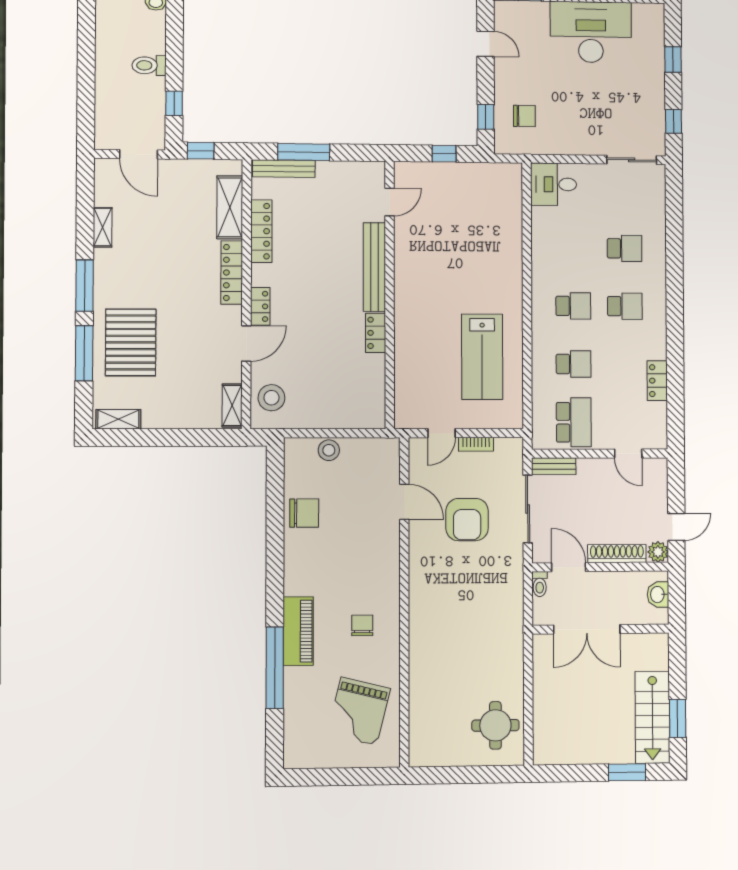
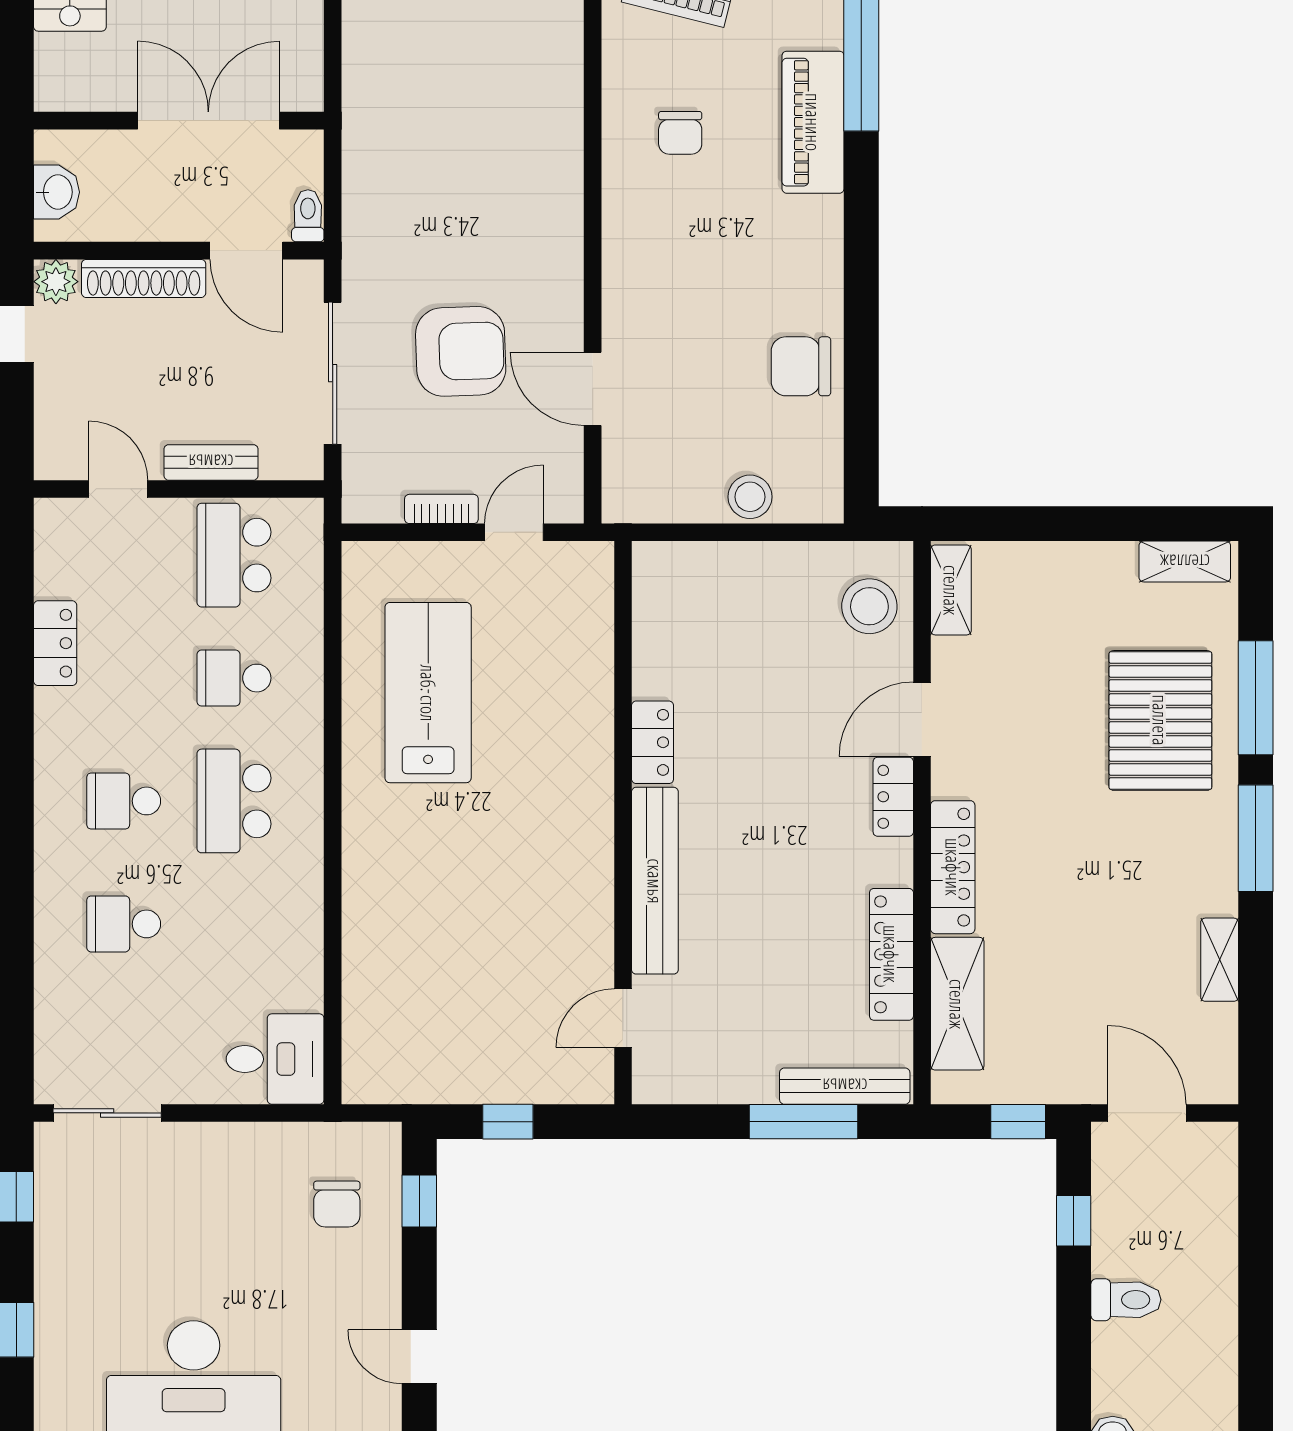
chair: (524, 116) -> (337, 1204), turned -90
school desk: (573, 306) -> (234, 801), width x1.85
bench: (554, 466) -> (211, 462), moved
armchair: (467, 520) -> (461, 351), turned 88

